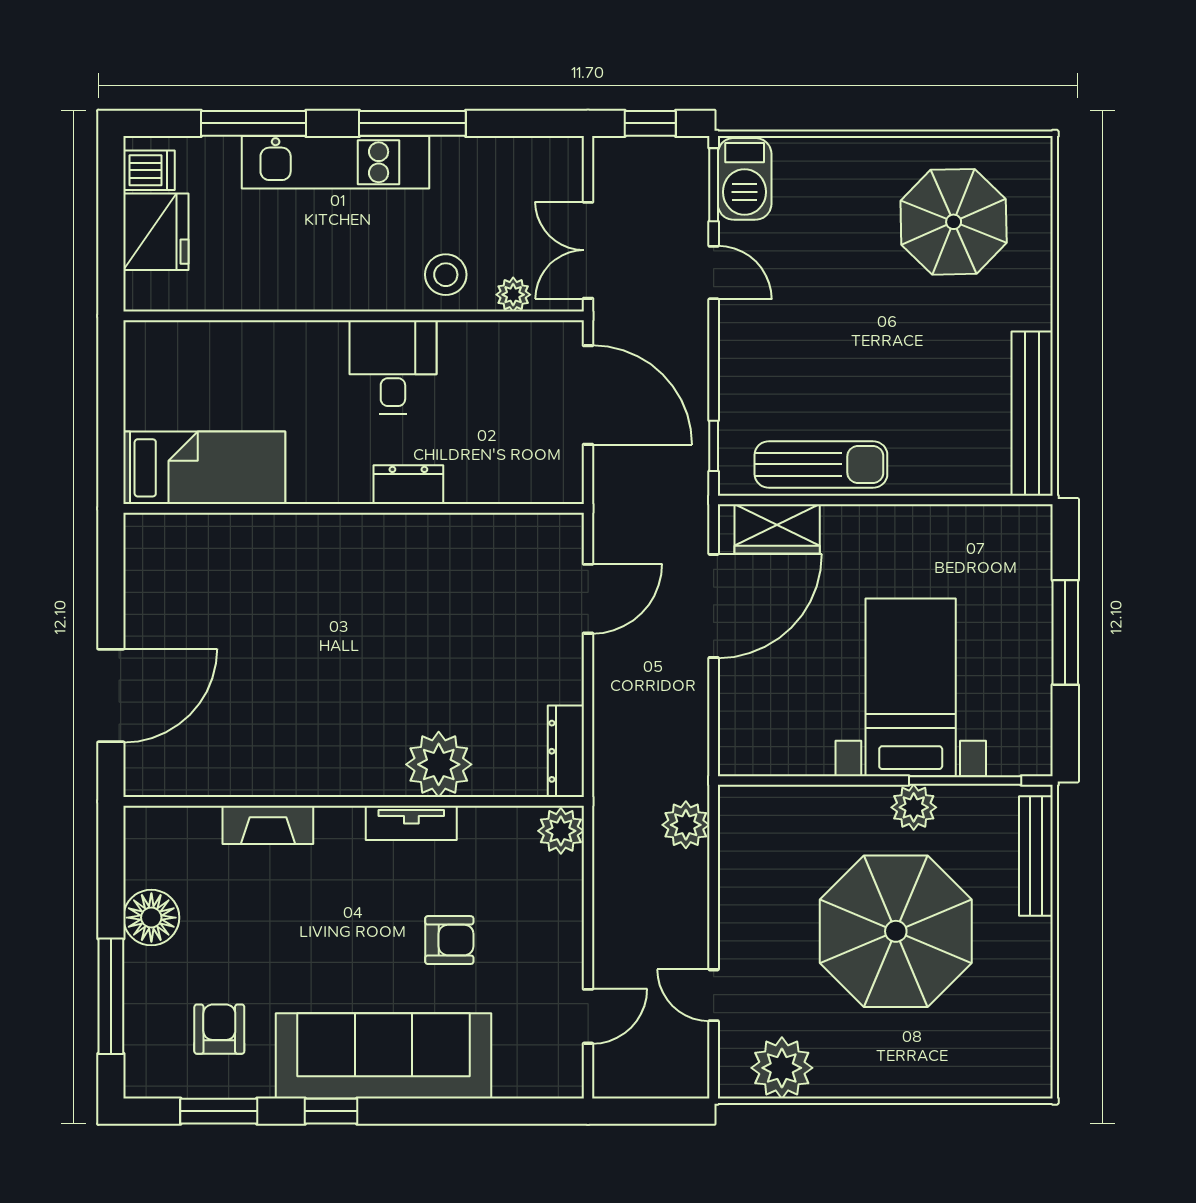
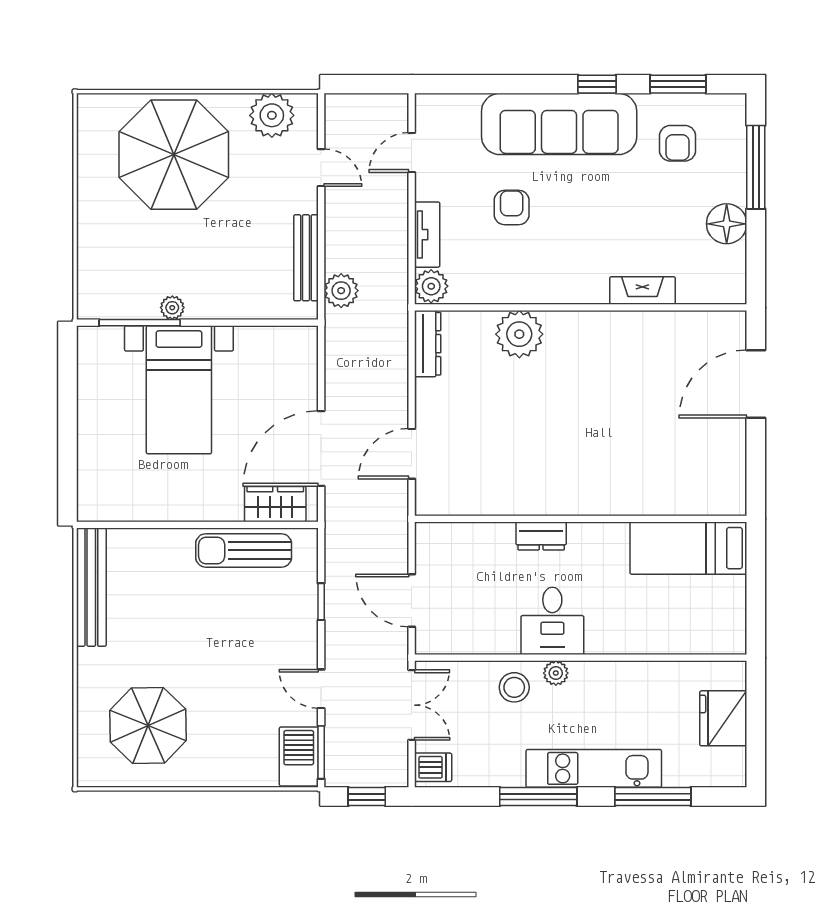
dishwasher: (149, 170) -> (433, 767), moved, turned 180
plant: (513, 295) -> (556, 673), moved
door: (588, 395) -> (412, 601), width x0.73
window: (714, 446) -> (321, 602), moved
window: (1065, 632) -> (67, 429), removed
plant: (914, 807) -> (172, 308), width x0.73, depth x0.73
tv unit: (411, 823) -> (427, 235), moved, turned 90
bench: (1036, 856) -> (306, 258), moved
parasol: (896, 931) -> (174, 155), moved
armchair: (449, 940) -> (512, 208), turned 90

